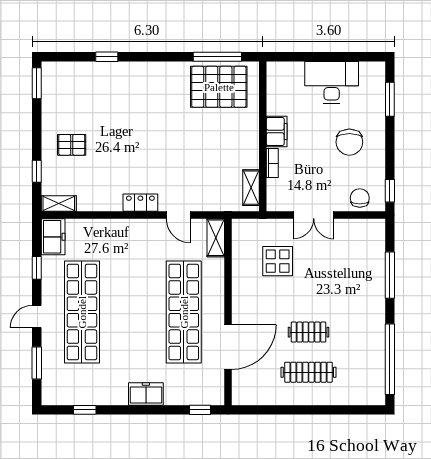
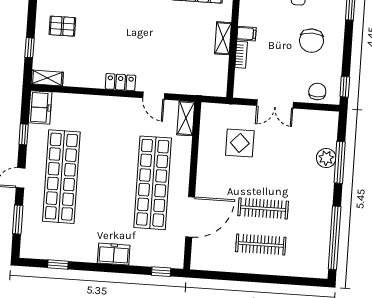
filing cabinet: (277, 131) -> (246, 34), width x0.50
shelving: (251, 188) -> (223, 38), moved
plant: (375, 271) -> (326, 158), added
clothes rail: (308, 332) -> (263, 208), width x1.36

